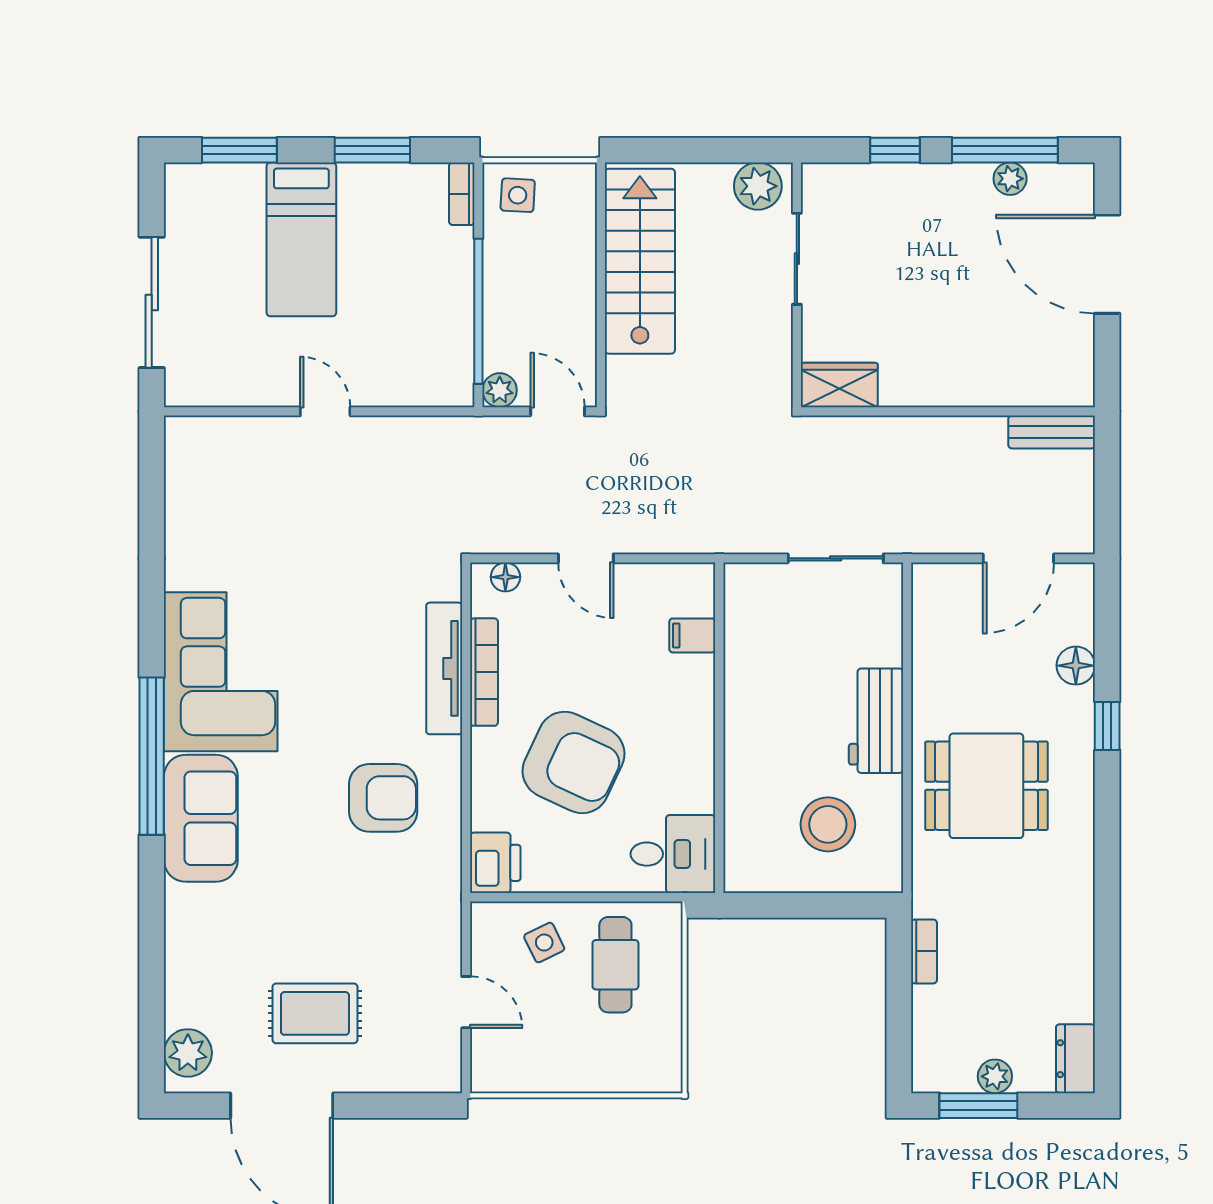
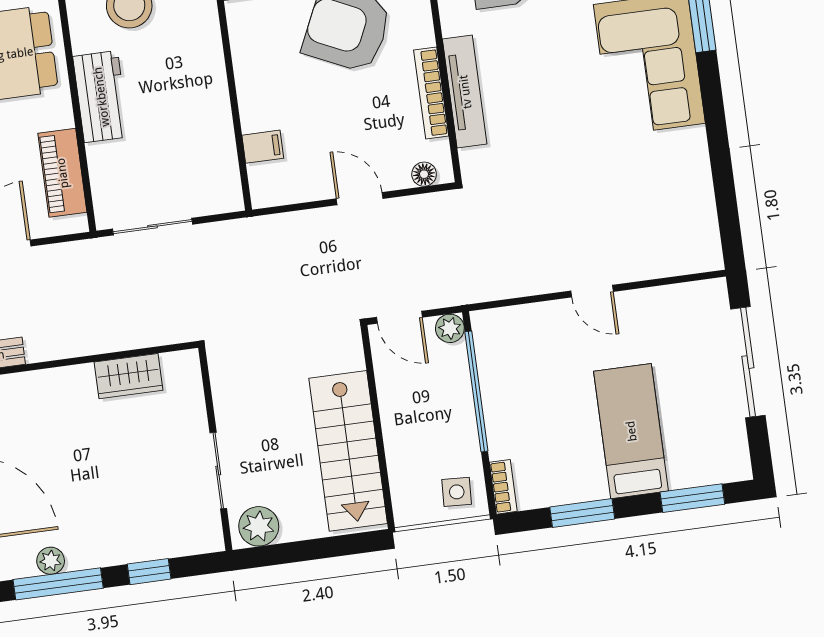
wardrobe: (839, 385) -> (129, 376), moved
piano: (934, 637) -> (62, 173), added

